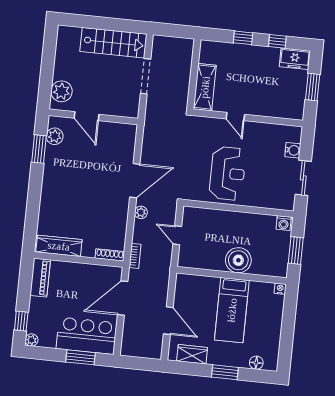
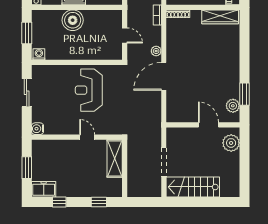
window: (243, 38) -> (99, 202), moved
water cooler: (293, 150) -> (38, 129), moved

